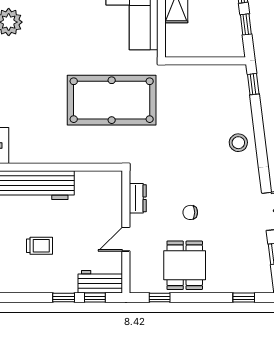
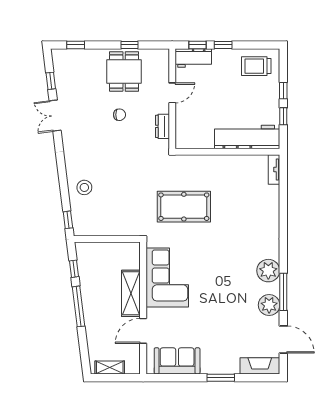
pool table: (112, 100) -> (184, 207), width x0.73, depth x0.76
stool: (238, 143) -> (84, 187), moved
trolley: (39, 246) -> (256, 66), moved, width x1.36, depth x1.39
window: (160, 298) -> (130, 45), moved

